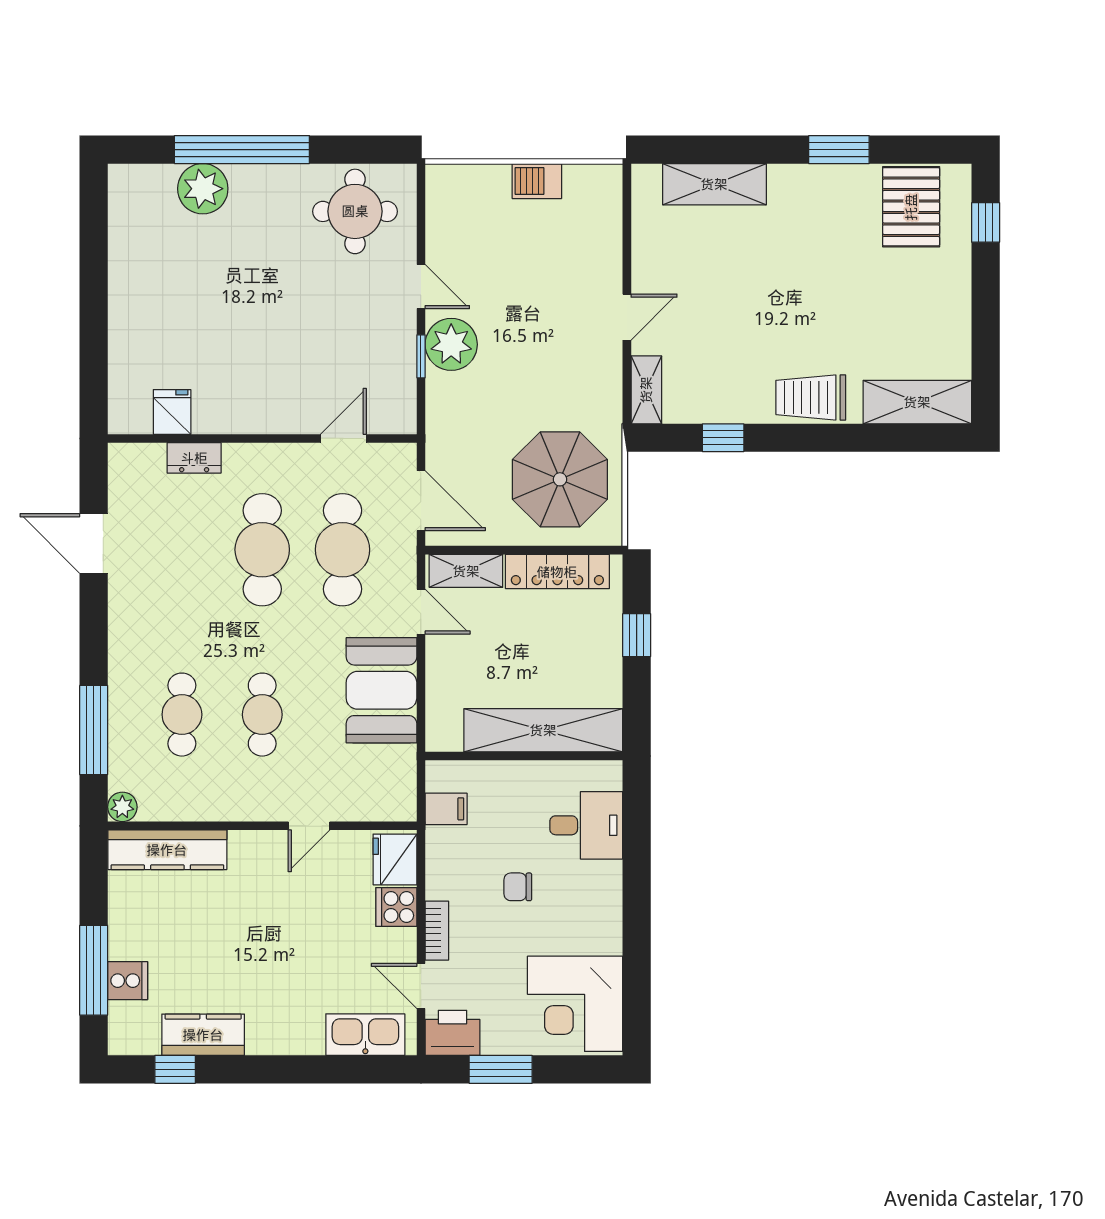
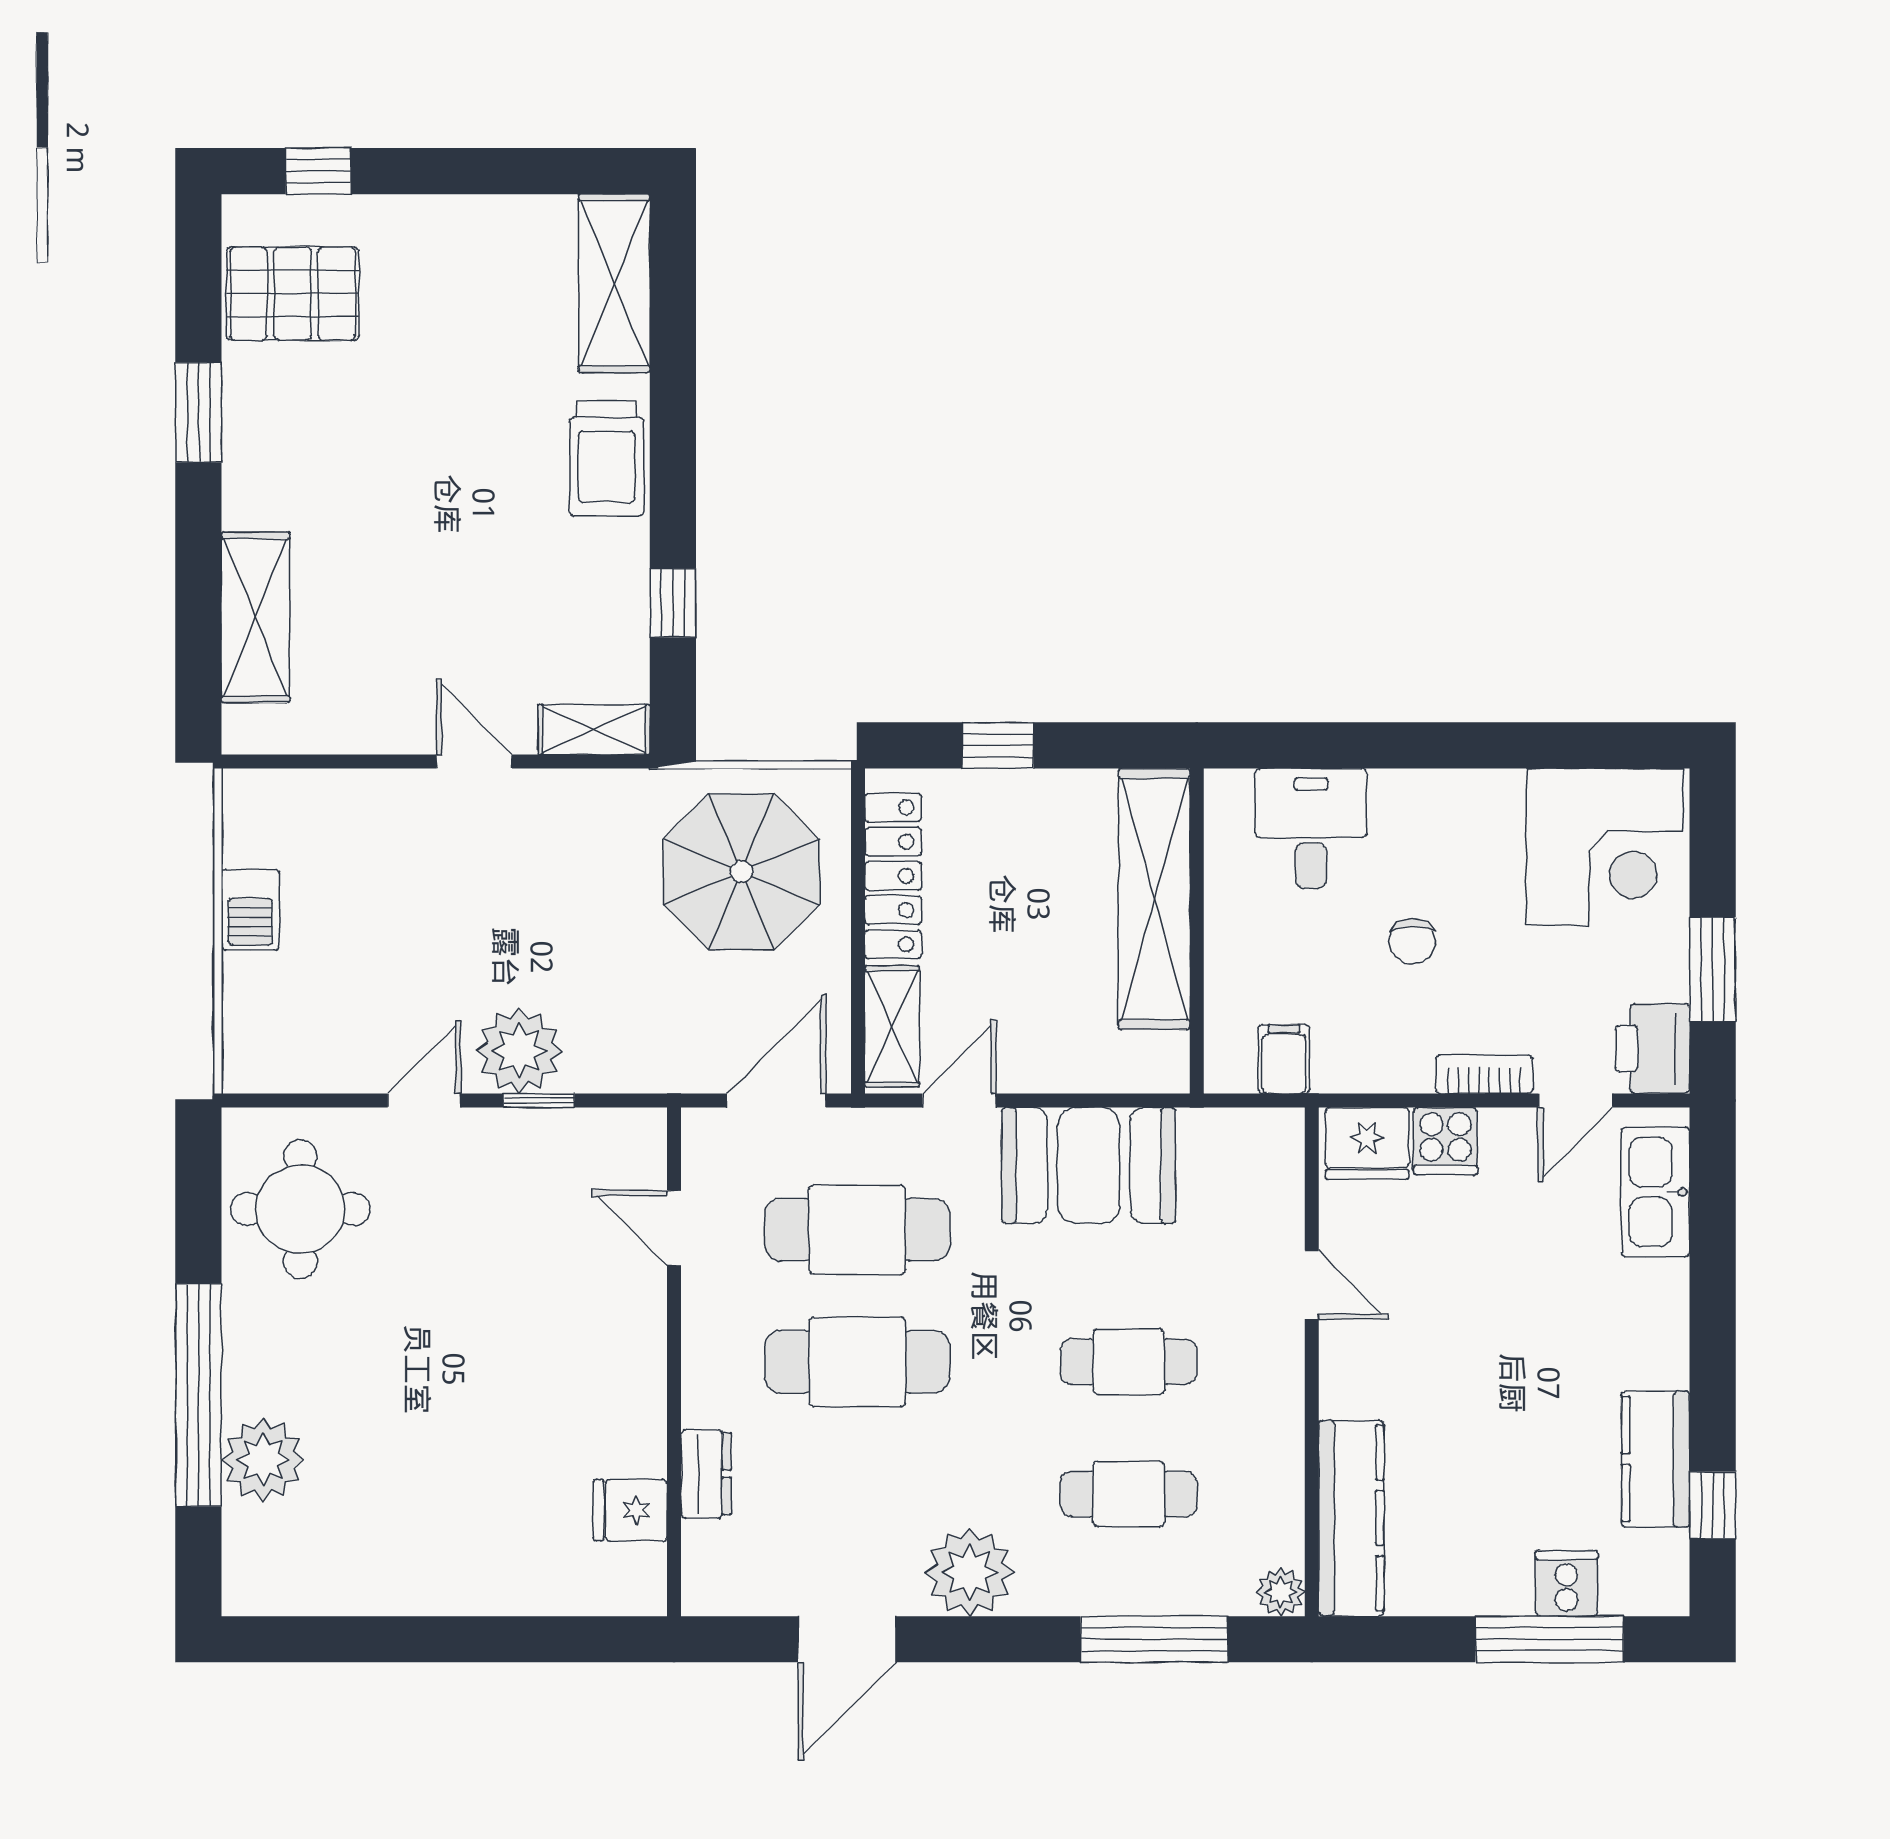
plant: (134, 618) -> (969, 1572), added

